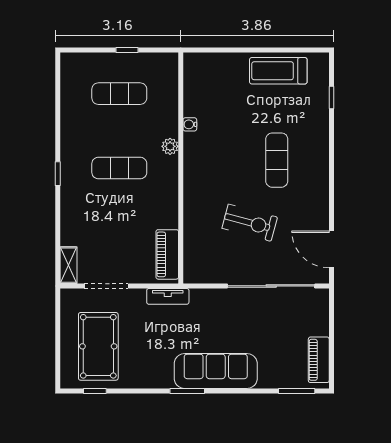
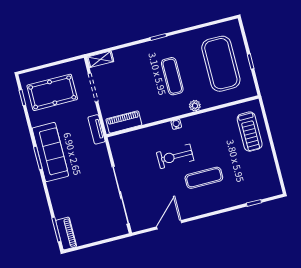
treadmill: (278, 71) -> (250, 132), moved, turned 180
exercise mat: (119, 94) -> (221, 64), width x2.00, depth x1.45
water cooler: (190, 124) -> (176, 124), moved
exercise bike: (250, 223) -> (175, 156), moved, turned 75
door: (331, 249) -> (169, 225), moved
piano: (319, 360) -> (66, 234), moved, turned 90
sofa: (216, 371) -> (50, 152), moved

